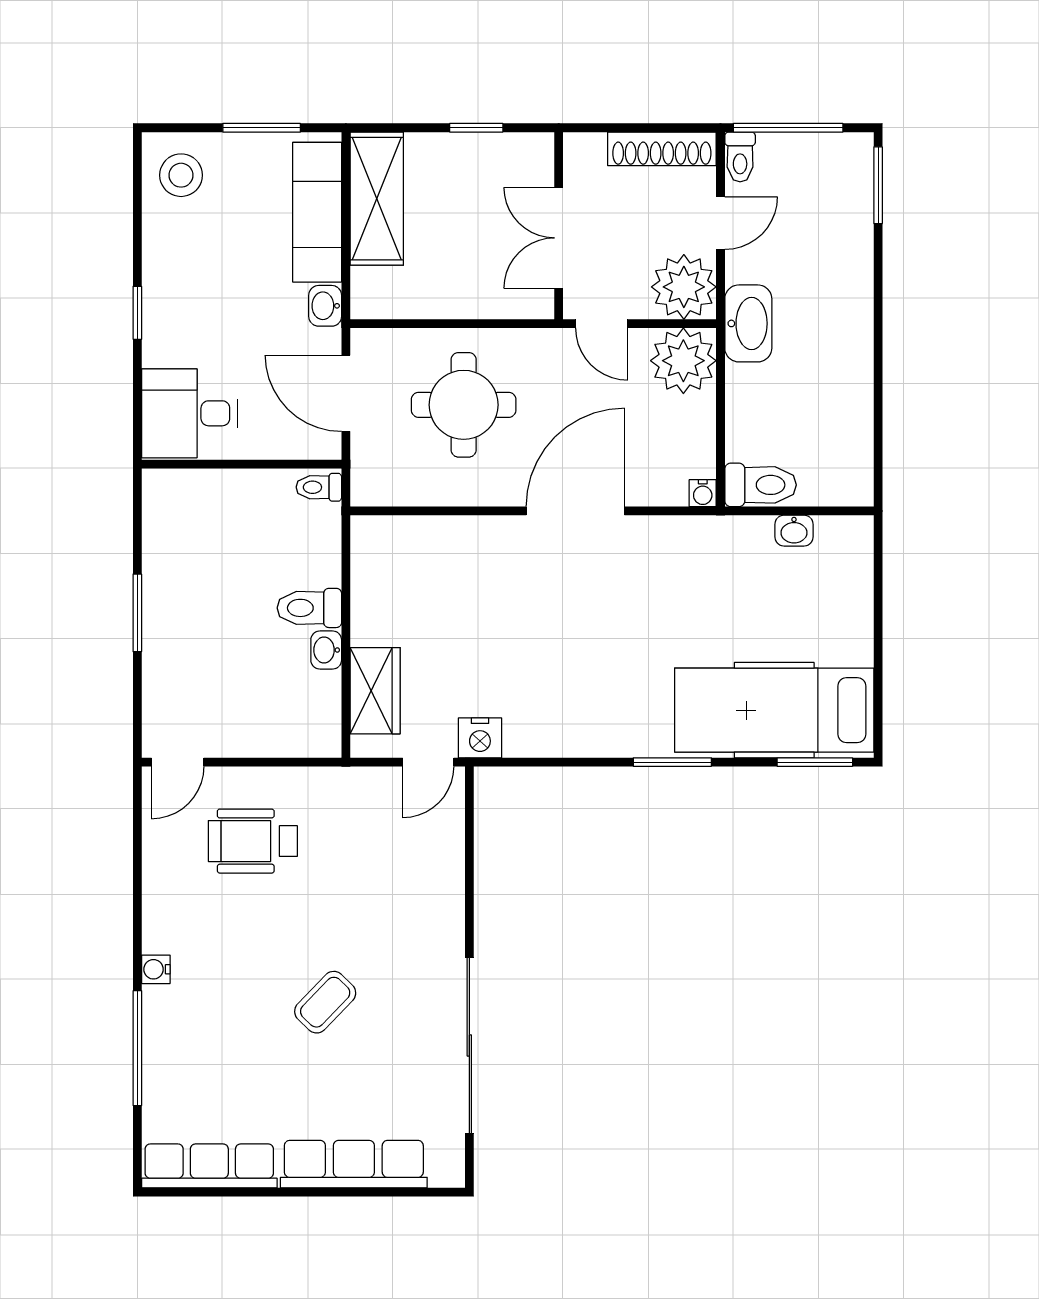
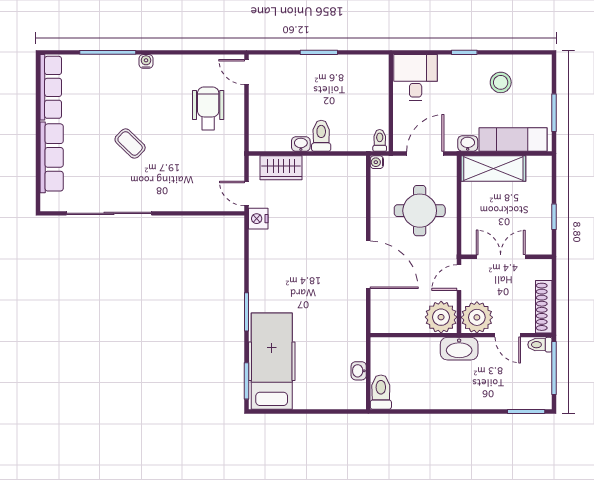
stool: (181, 175) -> (501, 82), moved
shelving: (377, 199) -> (493, 169), moved
toilet: (761, 485) -> (381, 392), moved, turned 180
water cooler: (703, 493) -> (377, 162), moved

